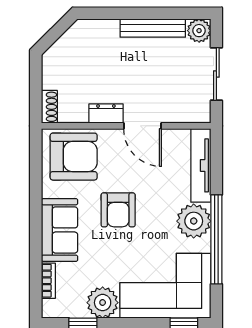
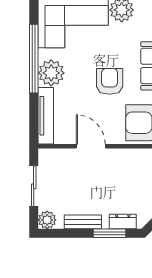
window: (118, 13) -> (109, 233), added
bench: (153, 28) -> (83, 222), width x0.73
dresser: (106, 114) -> (123, 221), moved, turned 180

